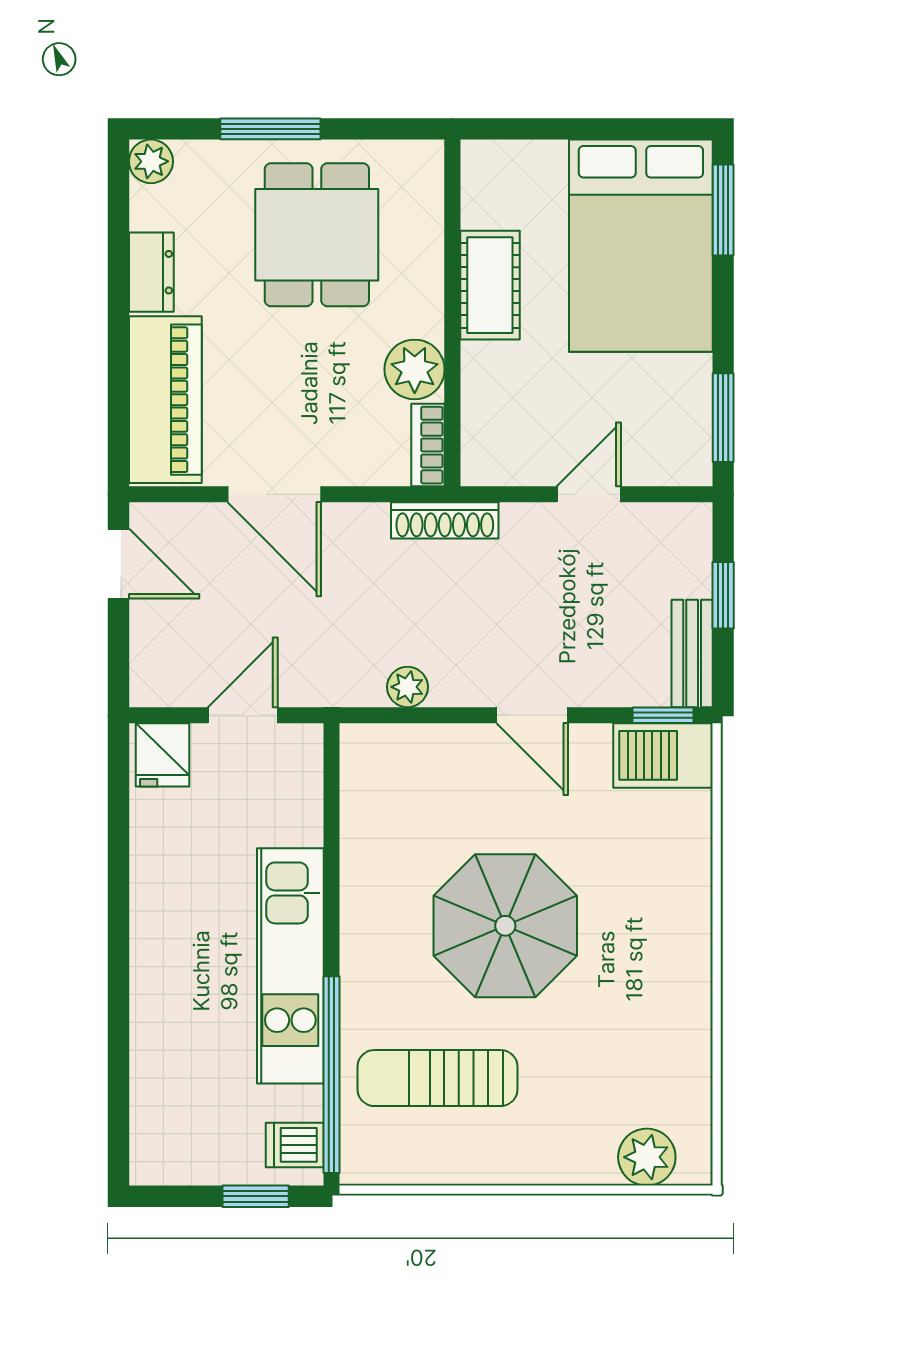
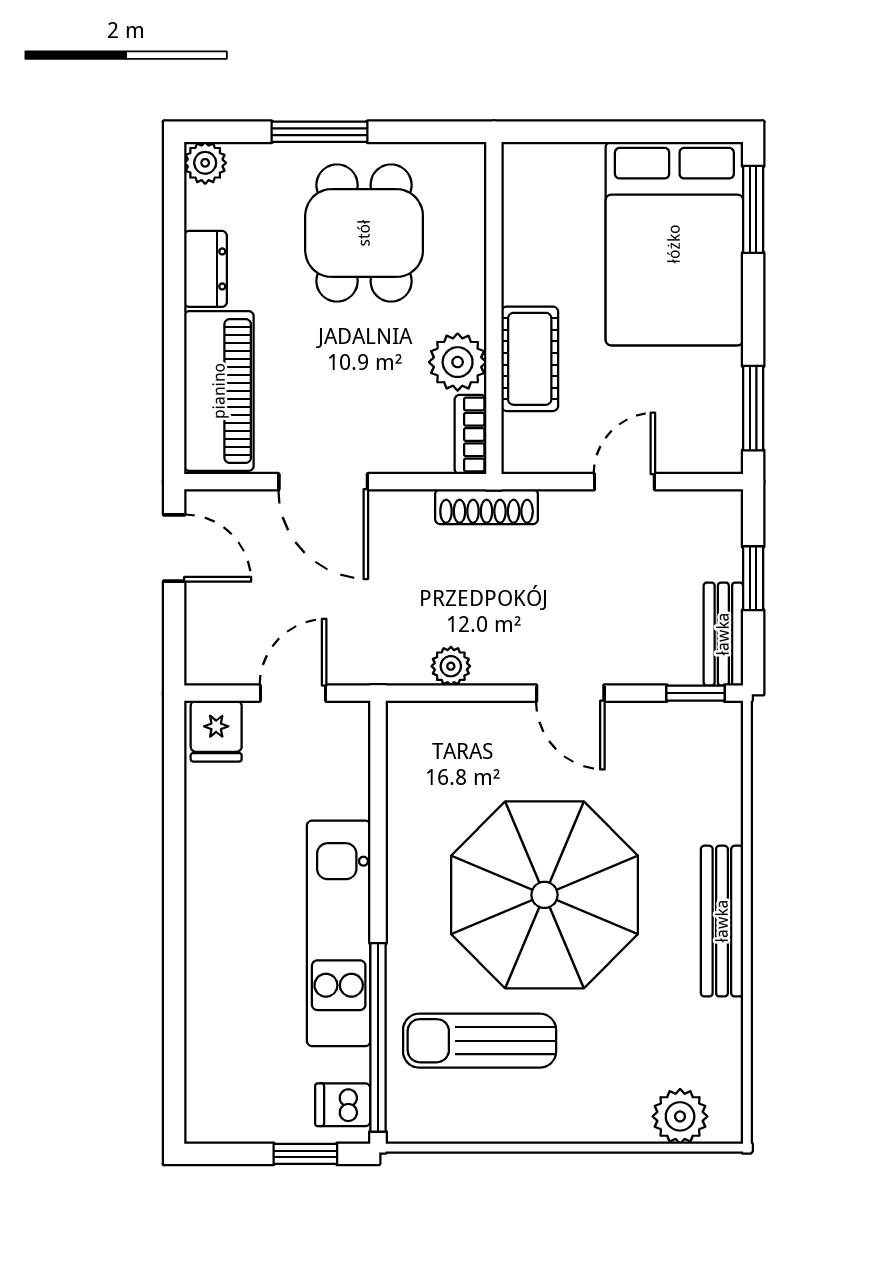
cot: (490, 285) -> (530, 359), moved
barbecue: (663, 755) -> (696, 732), removed
parasol: (505, 926) -> (544, 895), width x1.36, depth x1.36
bench: (691, 953) -> (722, 921), added

